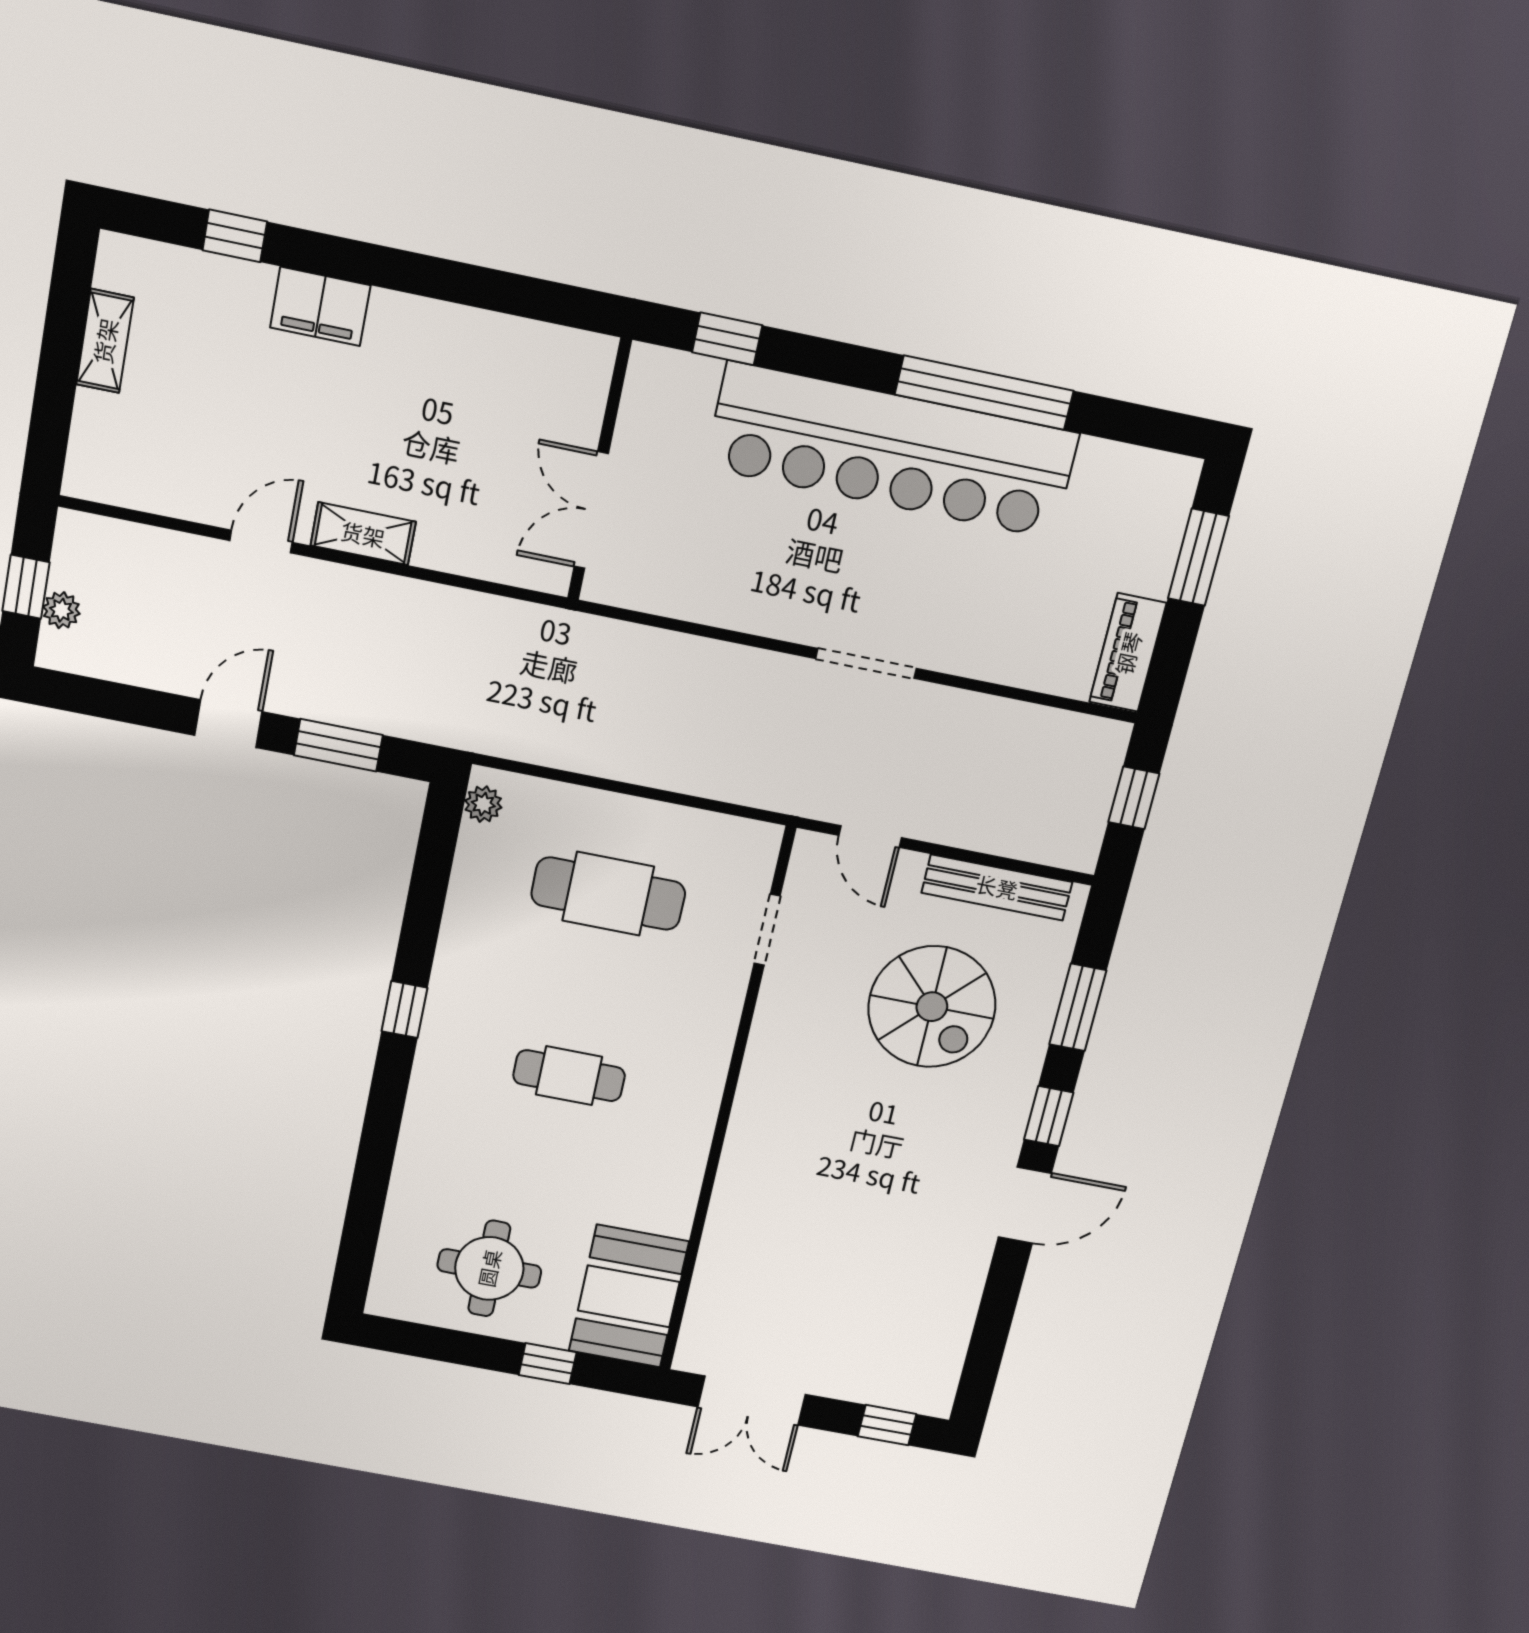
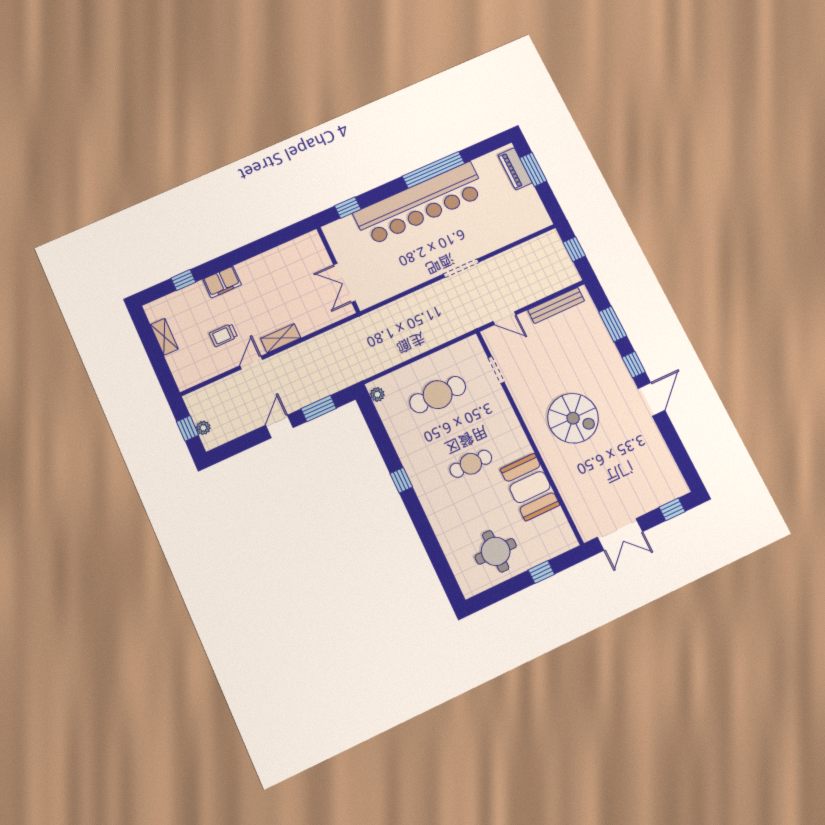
trolley: (241, 434) -> (223, 335), added
piano: (1128, 653) -> (515, 169), moved
spiral stairs: (932, 1007) -> (573, 418), moved
booth: (629, 1296) -> (530, 487), moved

